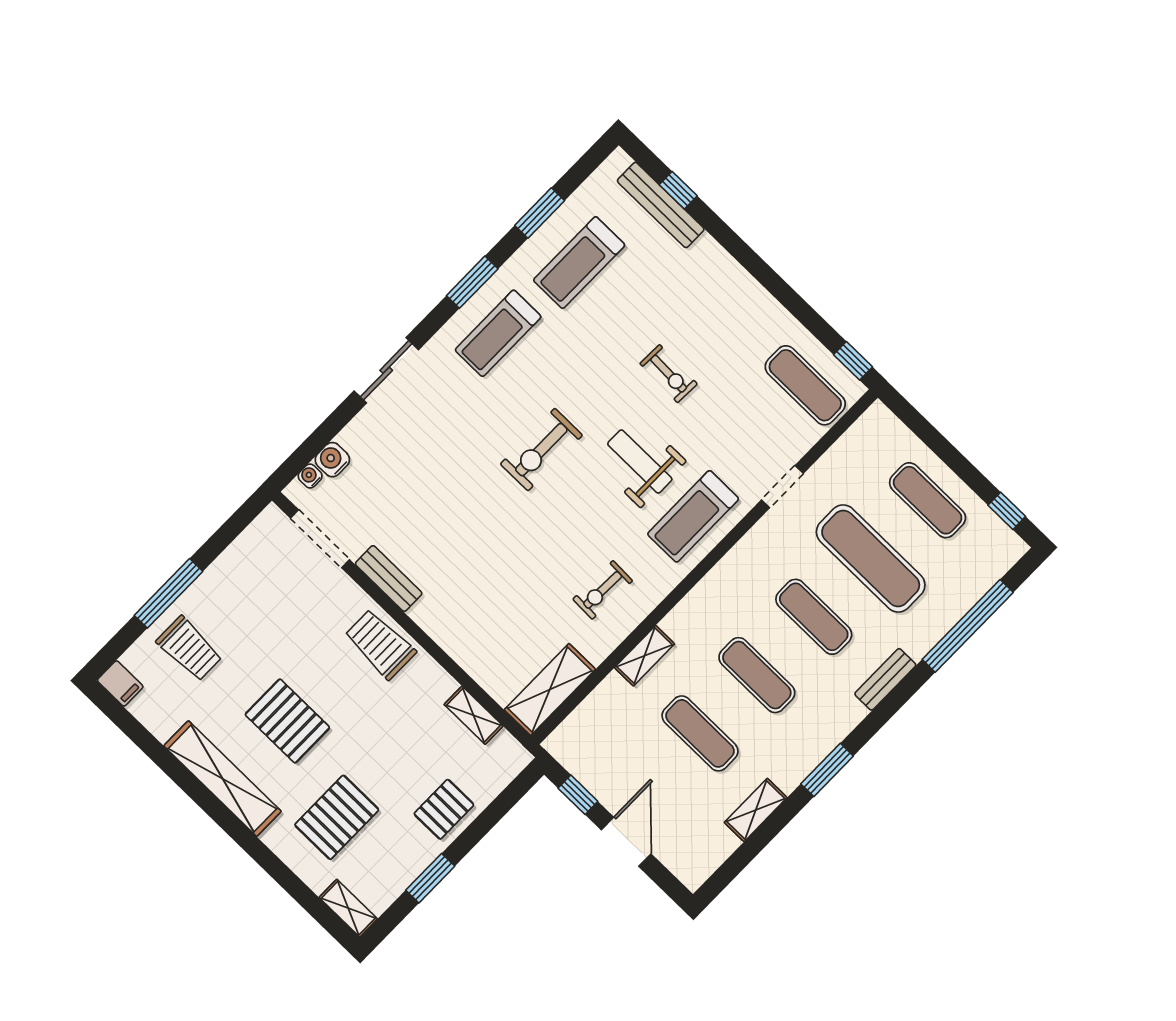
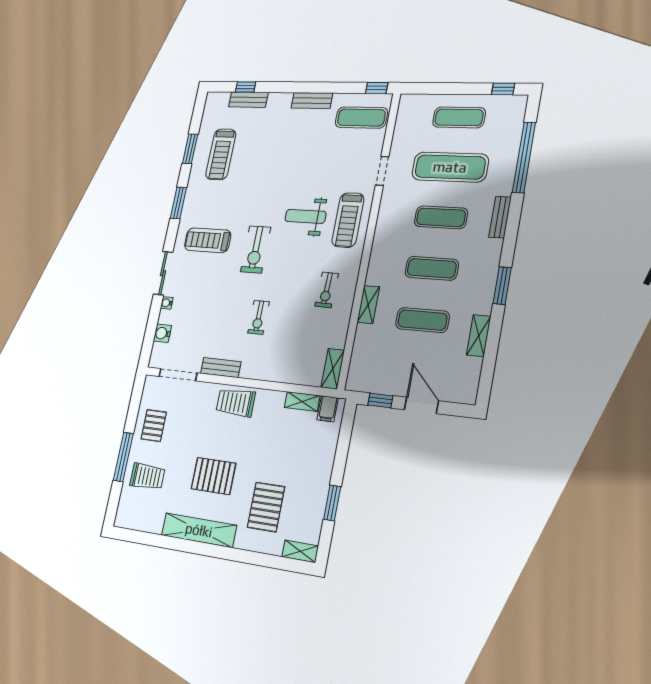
bench: (661, 205) -> (248, 100), width x0.73
bench: (756, 298) -> (312, 101), added
treadmill: (498, 333) -> (208, 240), moved, turned 90
exercise bike: (669, 374) -> (259, 317), moved, turned 88
water cooler: (310, 476) -> (167, 303), moved
filing cabinet: (120, 683) -> (328, 409), moved, turned 90
shelving: (550, 690) -> (333, 369), width x0.67, depth x0.75
pallet: (444, 809) -> (154, 426), moved

